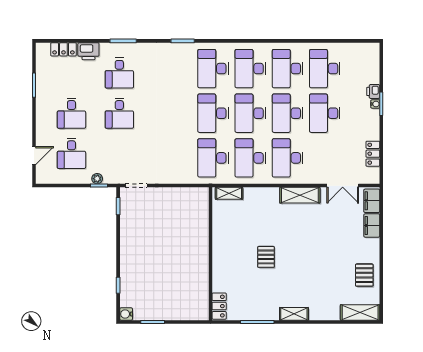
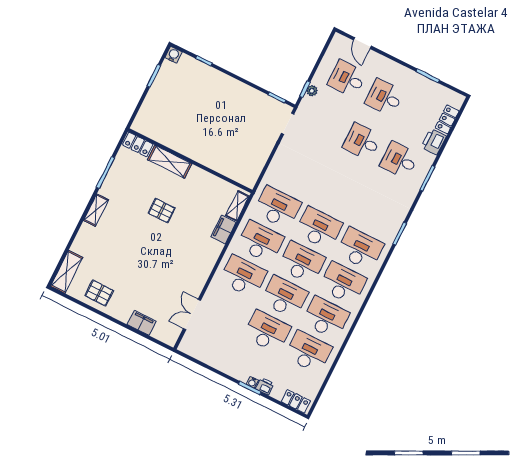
locker: (373, 154) -> (296, 401), moved
shelving: (300, 195) -> (170, 162), moved, turned 90
filing cabinet: (372, 201) -> (223, 230), moved, turned -90

